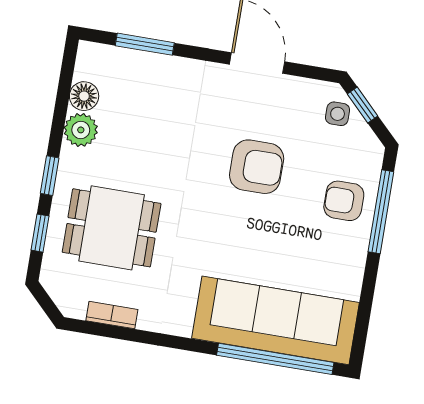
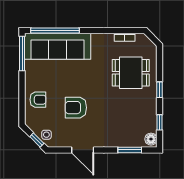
floor lamp: (84, 96) -> (151, 139), moved
plant: (81, 130) -> (150, 111), removed
window: (381, 212) -> (22, 53), moved
window: (40, 233) -> (160, 122), moved

